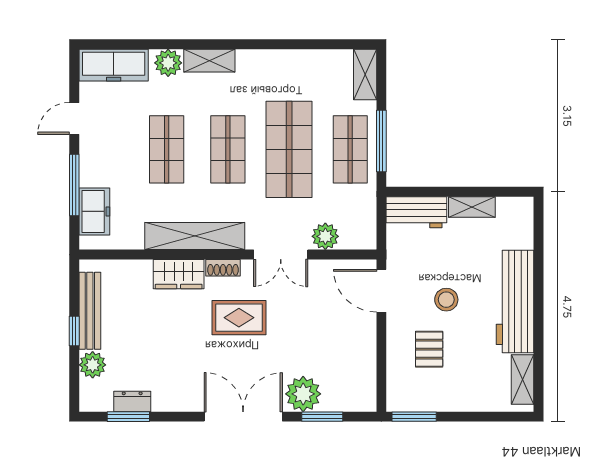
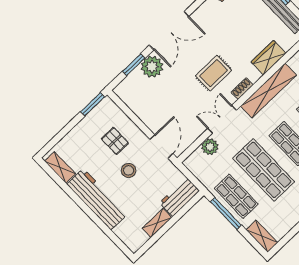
wardrobe: (179, 274) -> (269, 58), moved
door: (381, 291) -> (161, 146), hinge flipped

